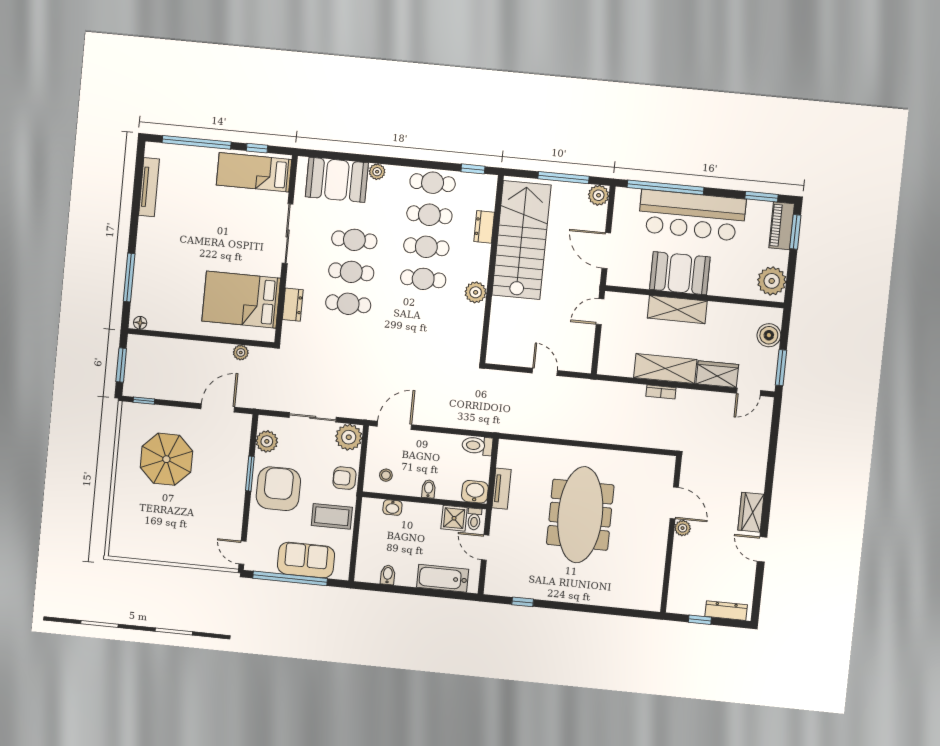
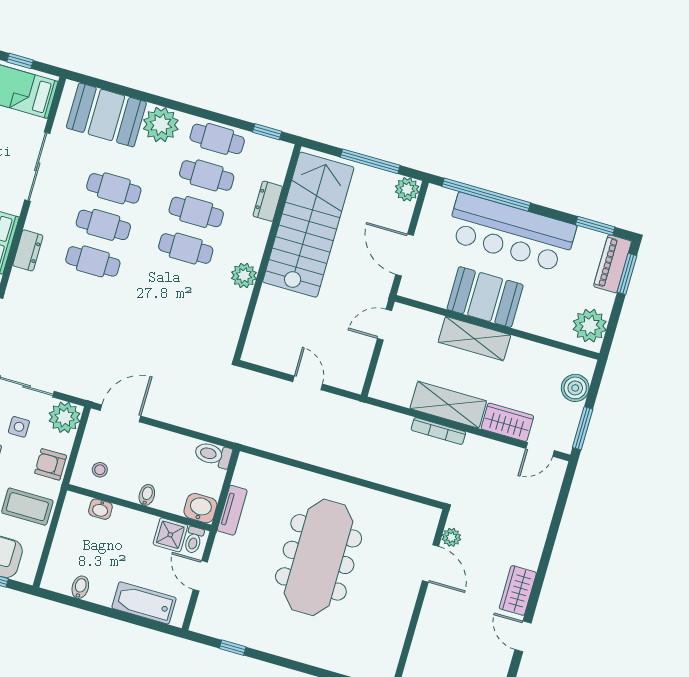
plant: (377, 172) -> (161, 125), width x1.87, depth x1.87
bookcase: (661, 392) -> (438, 431), width x1.56
side table: (313, 452) -> (19, 427), added
plant: (683, 528) -> (451, 537), moved

